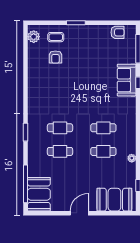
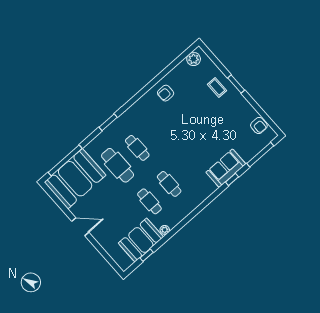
coffee table: (56, 37) -> (217, 87), moved
armchair: (55, 57) -> (166, 93), moved
cafe table: (60, 151) -> (118, 165), width x1.37, depth x1.35
booth: (39, 194) -> (75, 179), width x1.36, depth x1.42
booth: (114, 200) -> (141, 240), moved, turned 90

